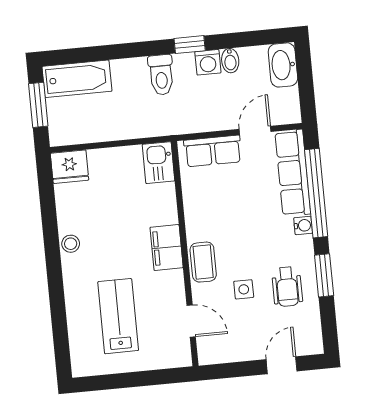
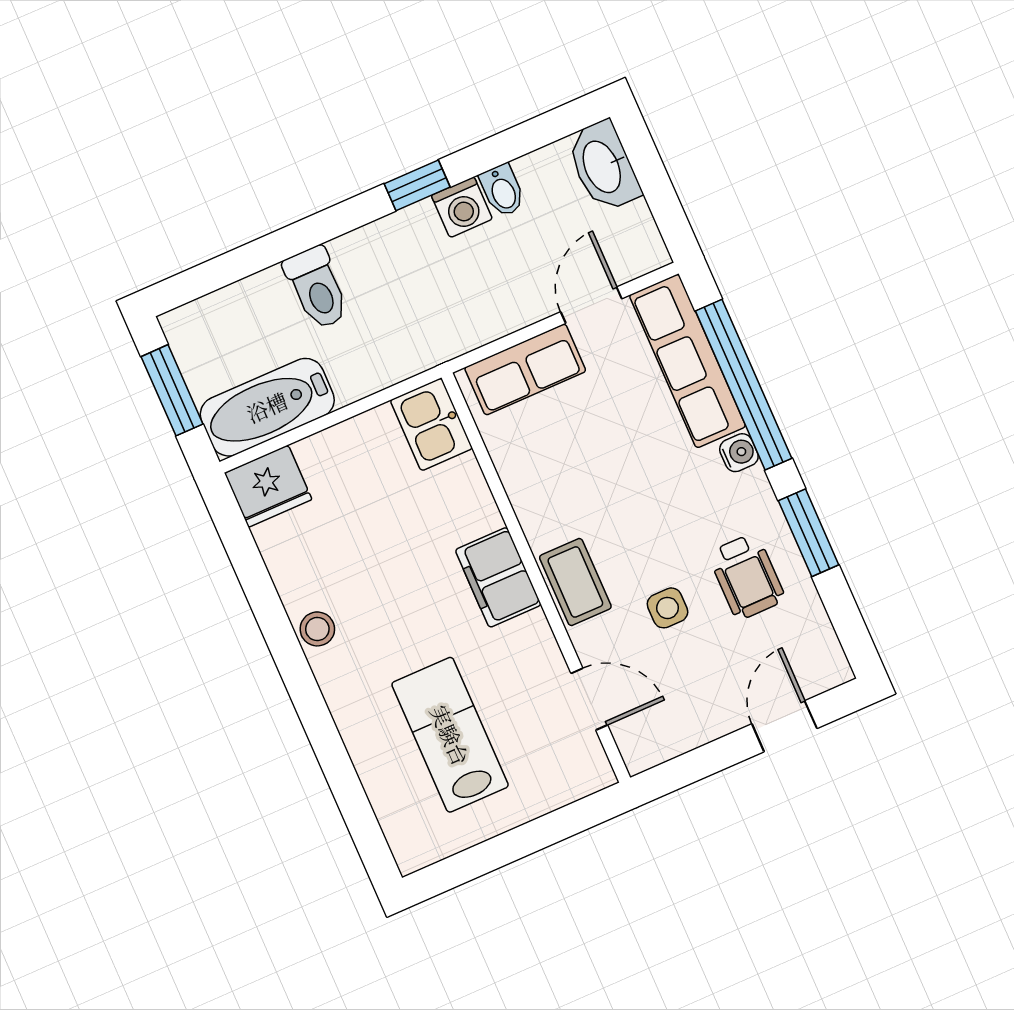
toilet: (161, 75) -> (317, 288), moved
bathtub: (77, 79) -> (267, 407), moved, turned 180

